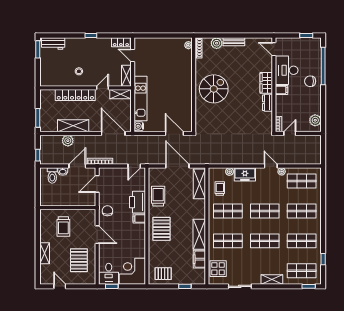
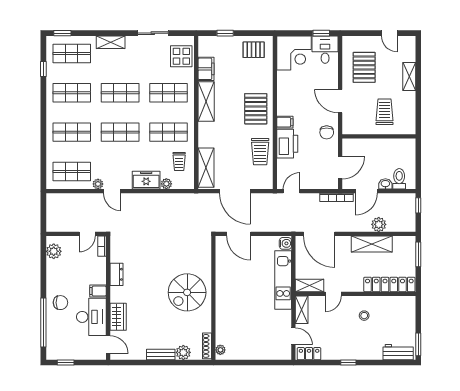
wardrobe: (266, 83) -> (118, 317), moved
locker: (75, 95) -> (389, 284), moved

